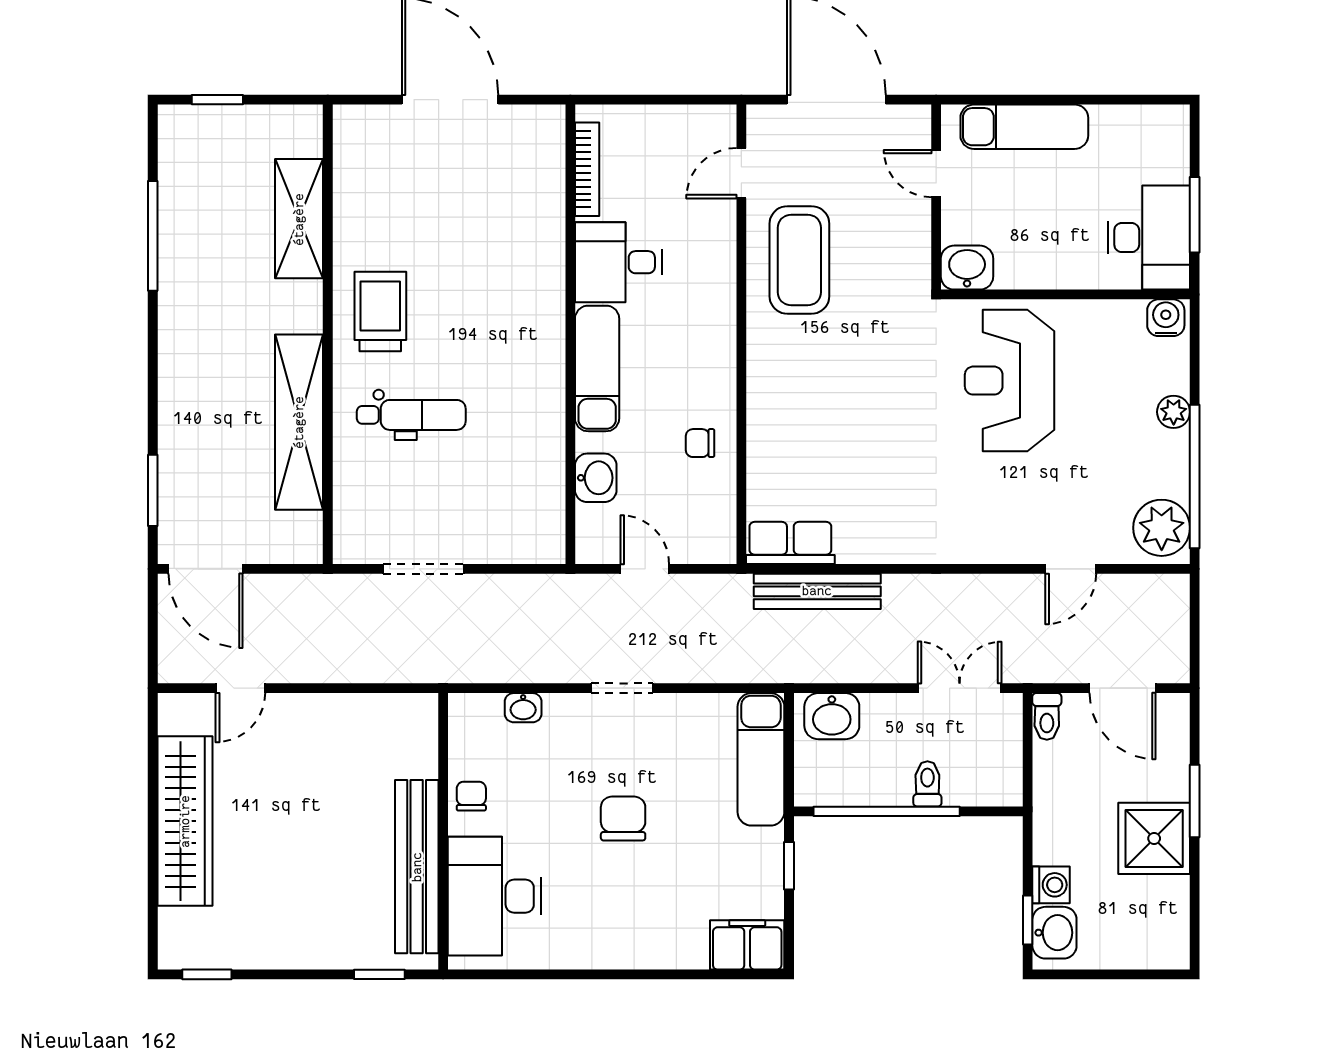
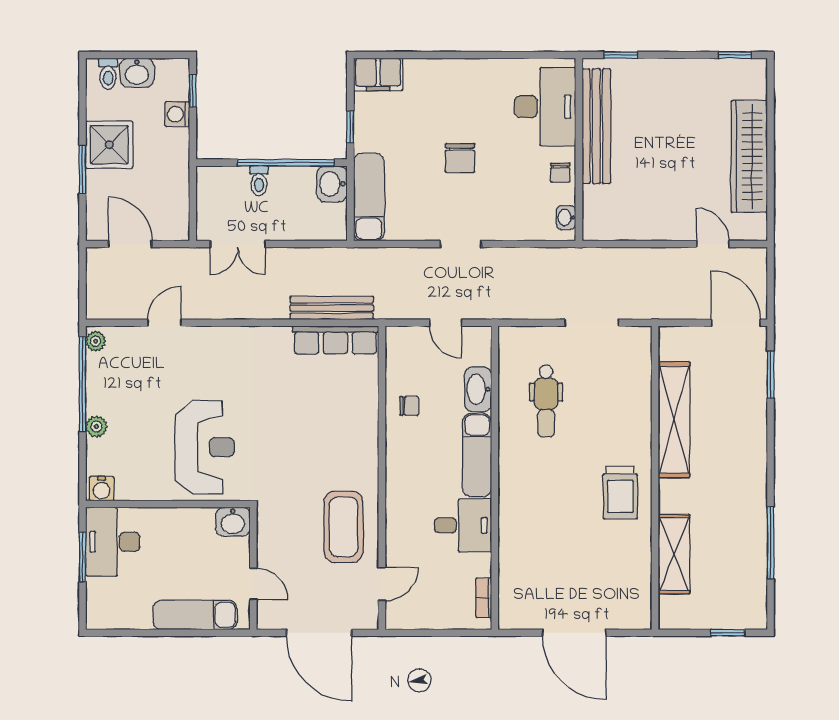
bookcase: (587, 169) -> (484, 598), width x0.64
dental chair: (411, 415) -> (546, 401), moved, turned -90
washbasin: (596, 478) -> (478, 389), width x1.38
plant: (1162, 528) -> (96, 341), width x0.53, depth x0.53
row of seats: (790, 543) -> (336, 340), width x1.48
door: (240, 688) -> (713, 244), hinge flipped
washbasin: (523, 708) -> (566, 217), moved, turned -90
washbasin: (832, 716) -> (332, 184), moved, turned -90
toilet: (1047, 716) -> (108, 74), moved, turned 180
washbasin: (1054, 933) -> (137, 73), moved, turned -90

